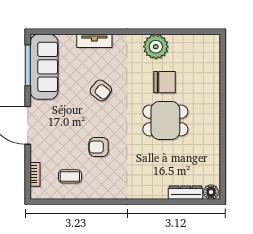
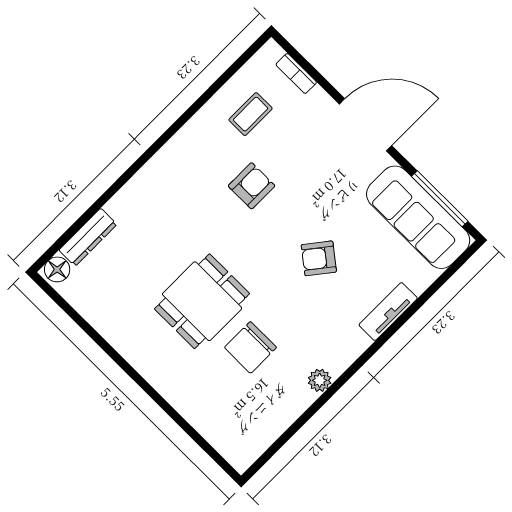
plant: (156, 47) -> (320, 380), width x0.53, depth x0.53

